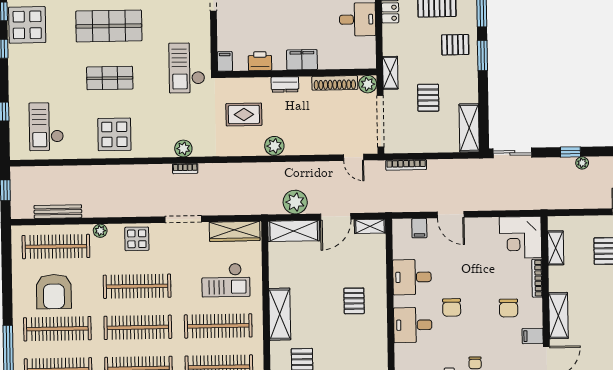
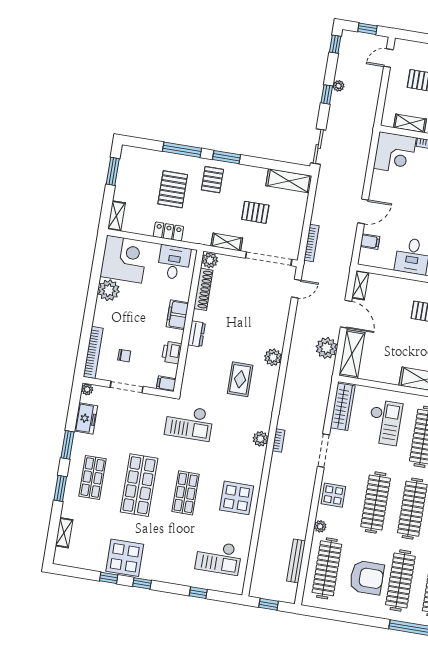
filing cabinet: (302, 60) -> (177, 315), moved
filing cabinet: (225, 61) -> (166, 384), moved
printer: (260, 61) -> (172, 352), moved
wall: (297, 73) -> (189, 321), moved
shoe rack: (335, 83) -> (203, 289), moved
dresser: (285, 84) -> (197, 334), moved
plant: (368, 84) -> (210, 260), moved

